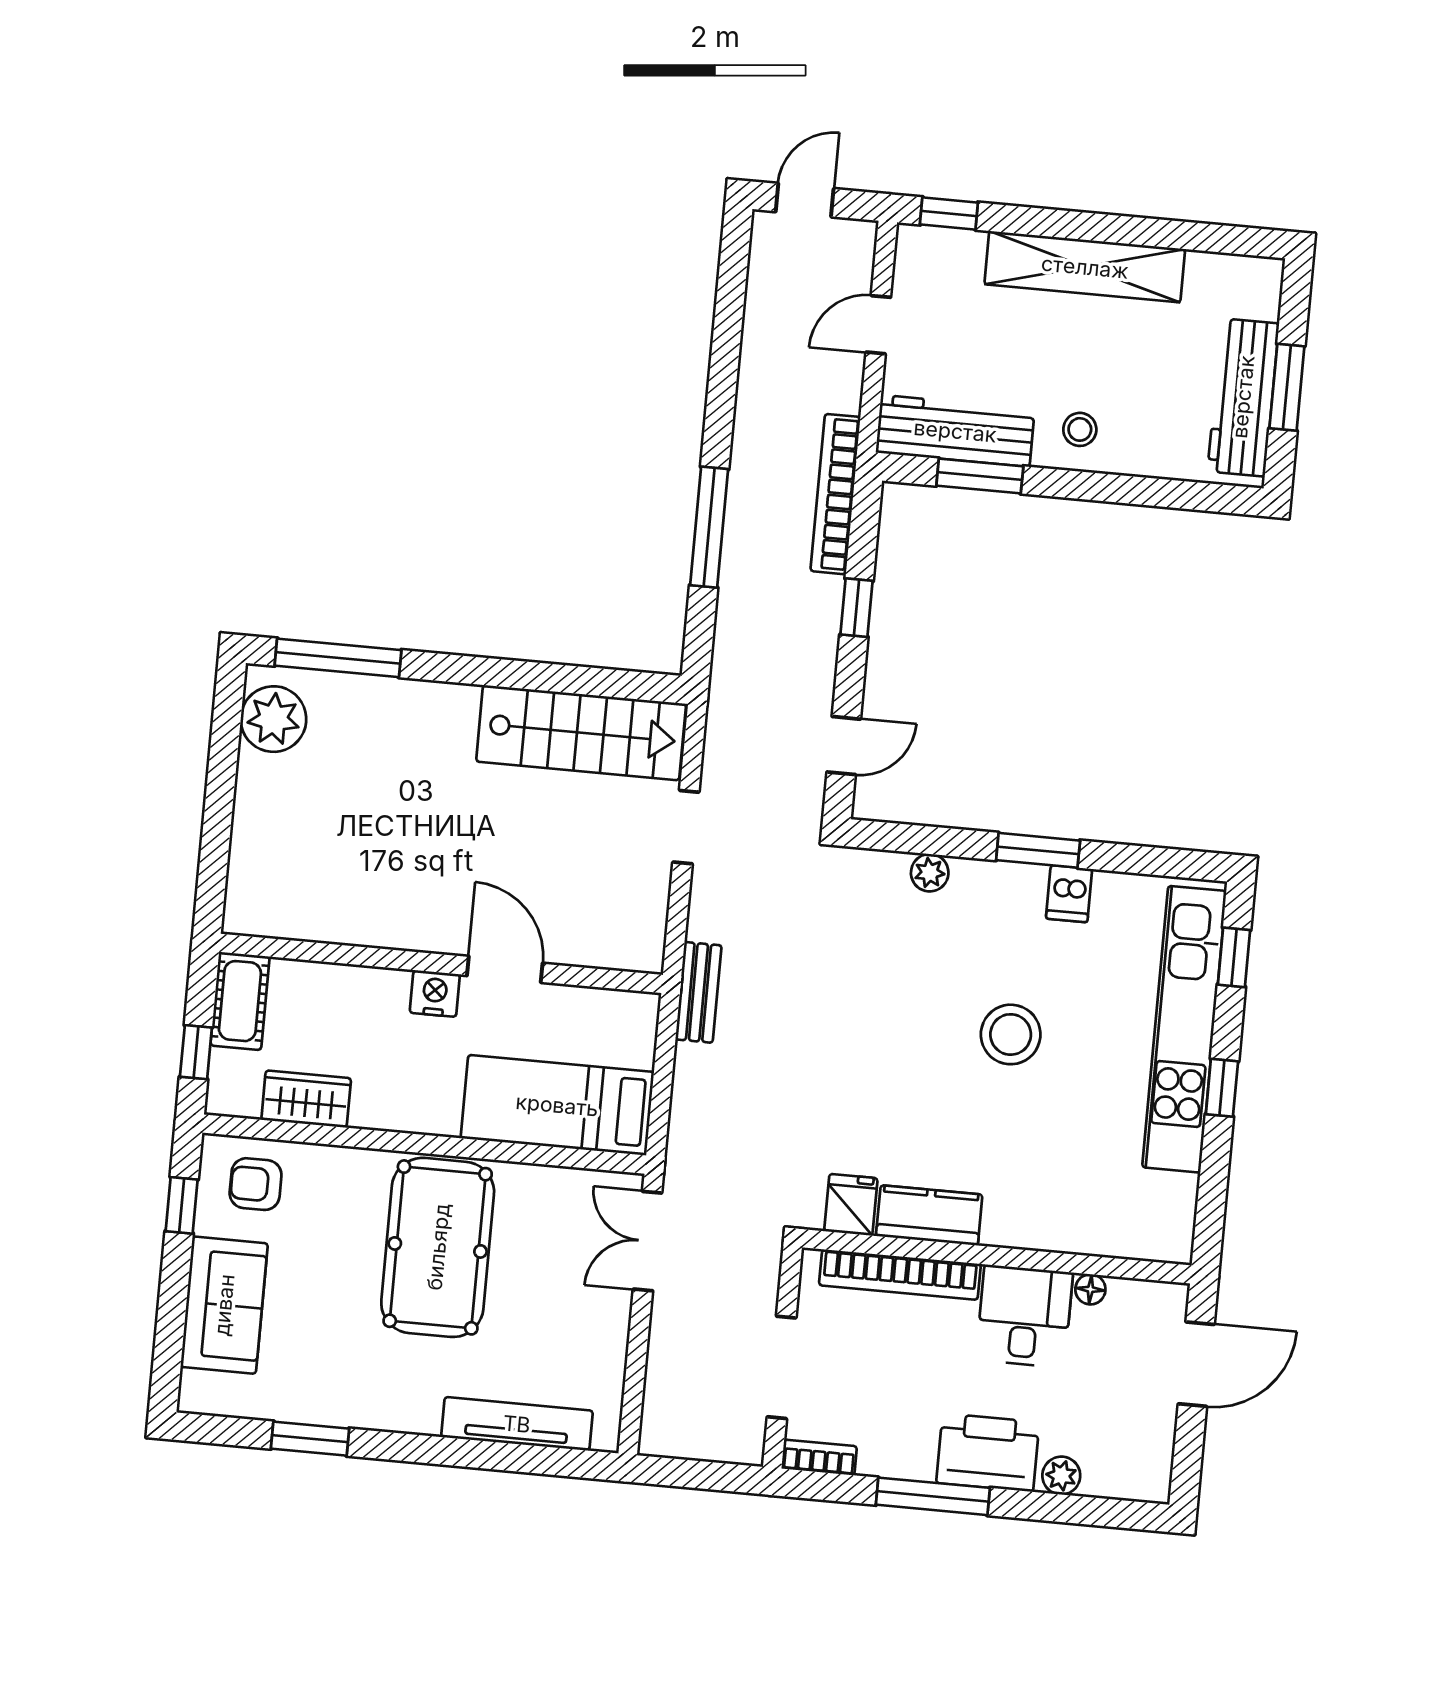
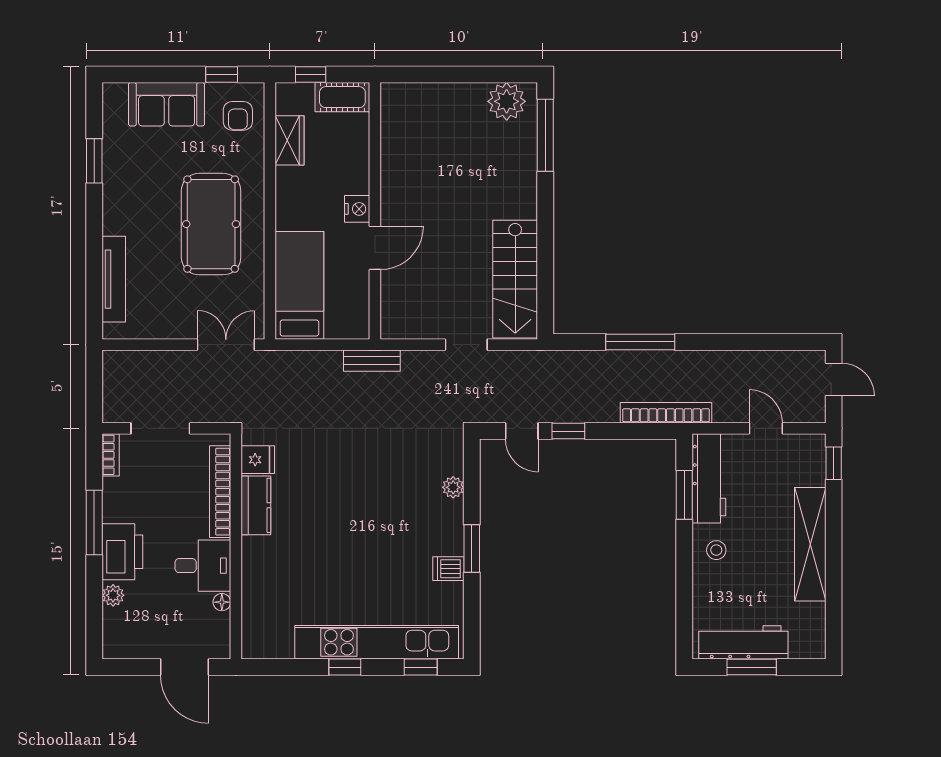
window: (857, 608) -> (568, 431), moved
stool: (1011, 1034) -> (364, 543), removed
armchair: (256, 1184) -> (238, 116), turned 180
pool table: (438, 1247) -> (211, 224), turned 90

